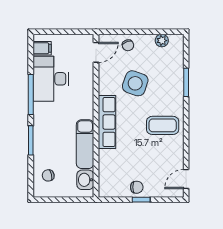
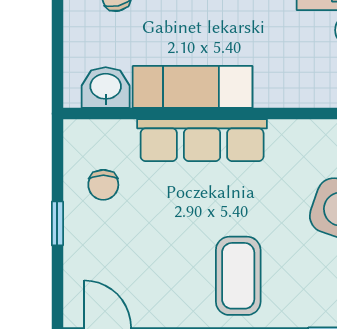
row of seats: (107, 122) -> (202, 140), moved
chair: (137, 187) -> (103, 185), moved

